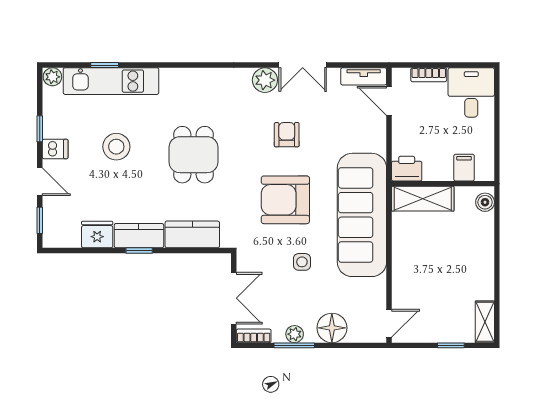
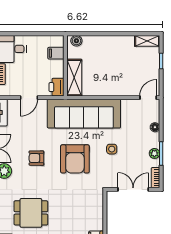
door: (389, 101) -> (29, 98), moved
dining table: (193, 155) -> (31, 213), moved
kitchen counter: (192, 234) -> (95, 214), removed
door: (389, 323) -> (148, 98), hinge flipped
floor lamp: (332, 328) -> (155, 127), width x0.53, depth x0.53

